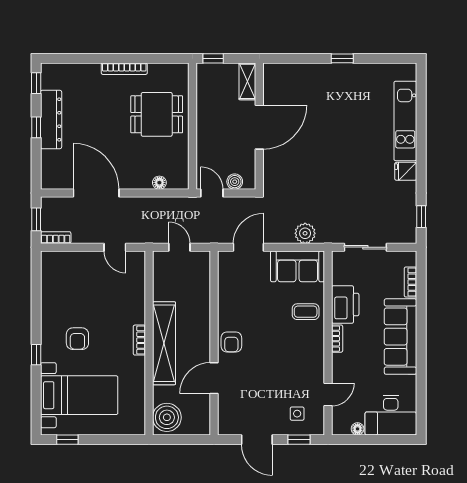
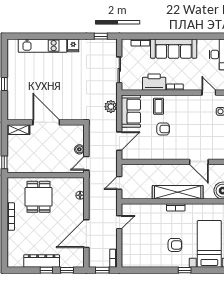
shelving: (247, 81) -> (18, 130), moved
window: (36, 83) -> (67, 270), moved
wall: (259, 126) -> (46, 122), moved
door: (259, 127) -> (46, 122), moved
door: (248, 247) -> (119, 141), swing flipped
armchair: (231, 342) -> (163, 129), moved

